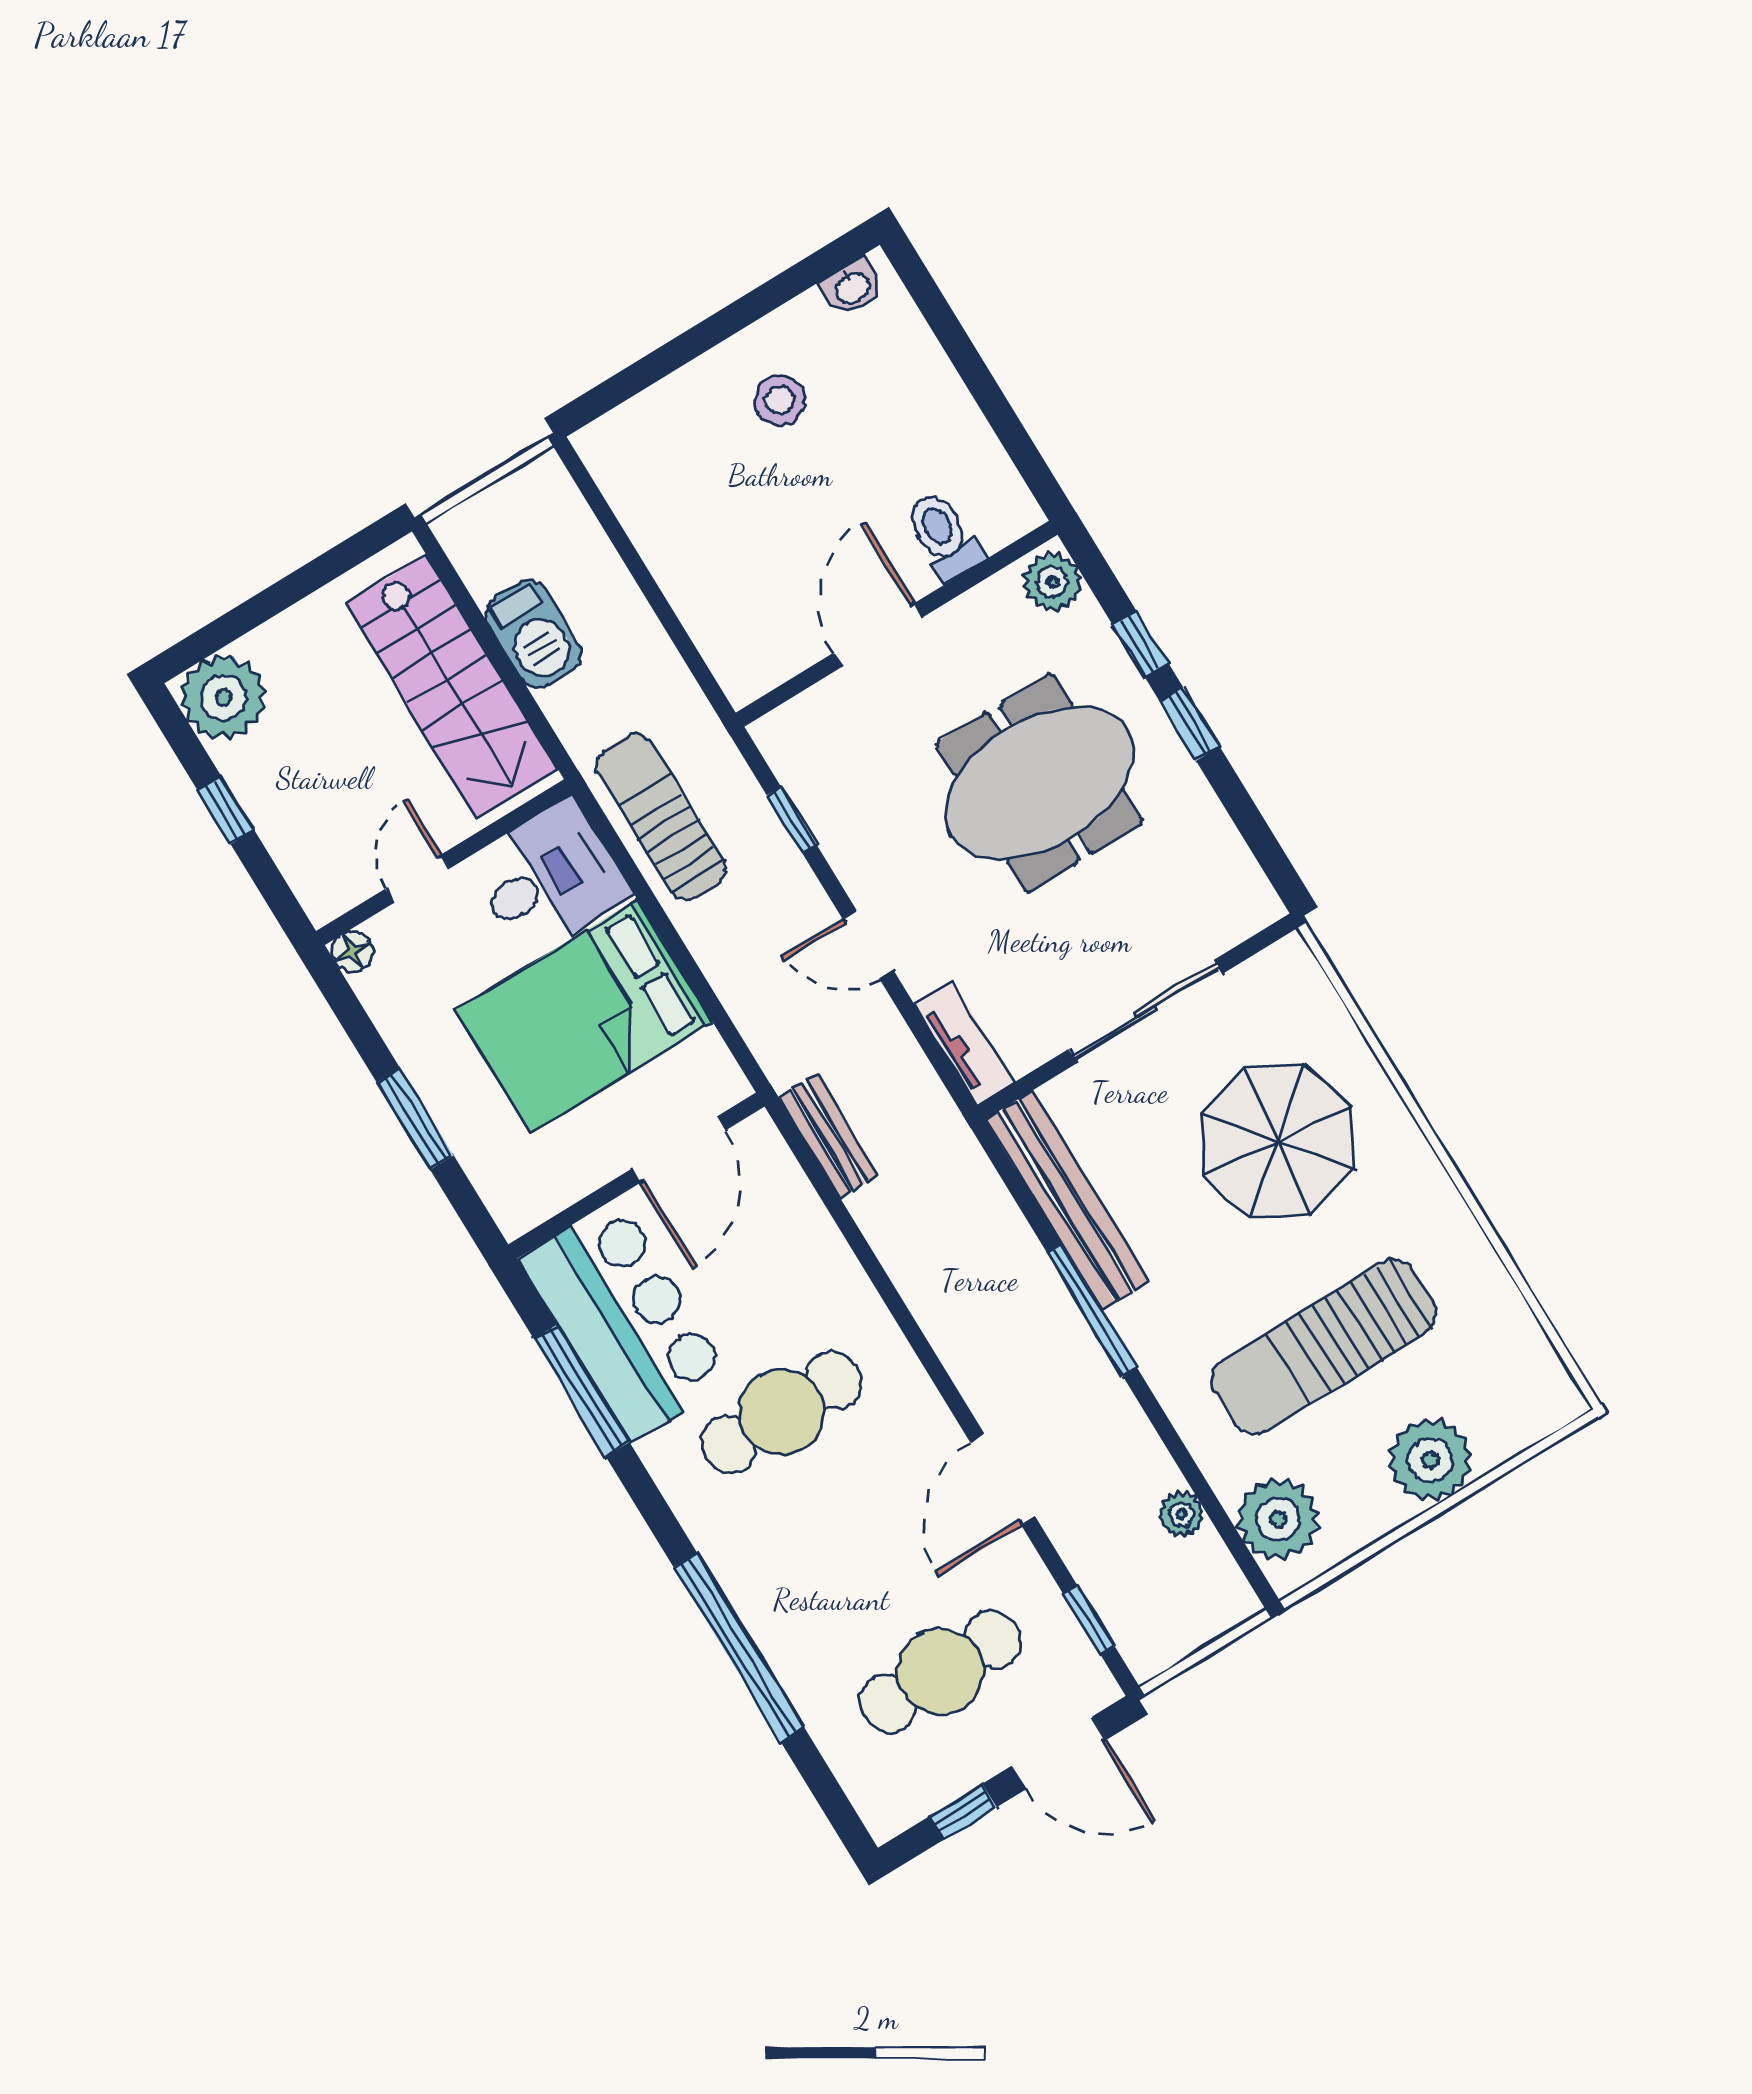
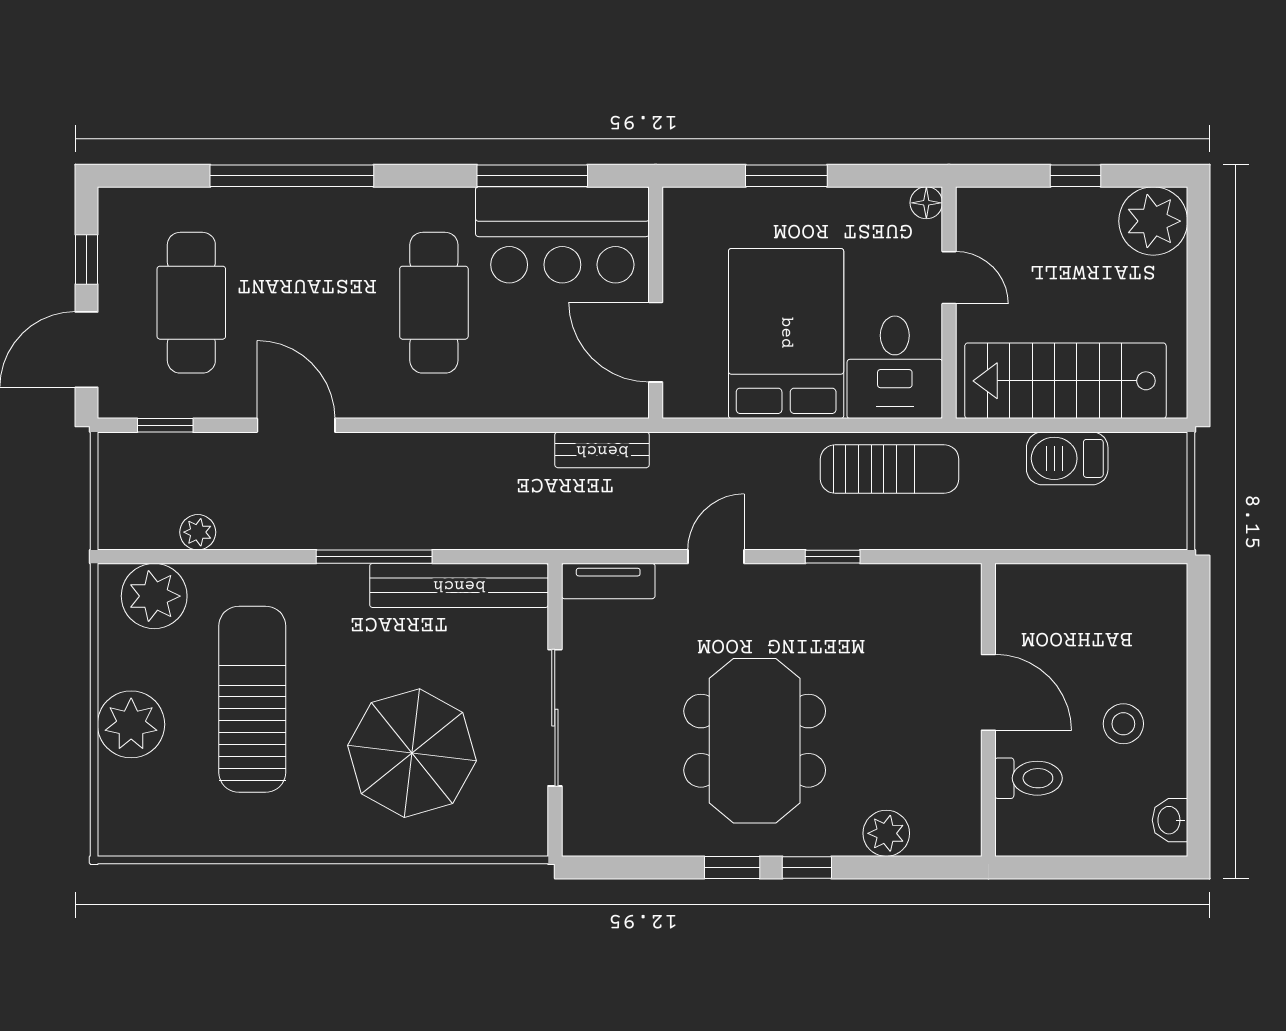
toilet: (943, 536) -> (1029, 778), moved
wall: (897, 624) -> (988, 710), moved
door: (878, 635) -> (988, 692), moved

